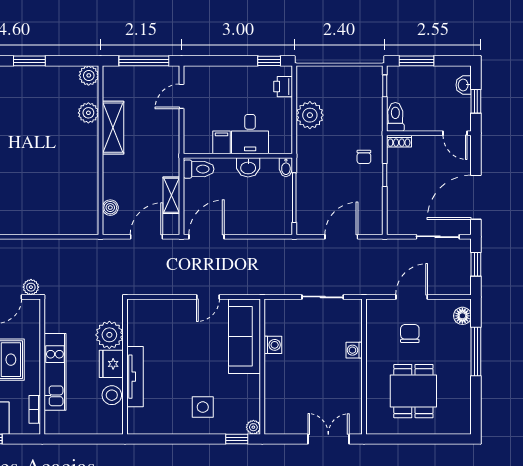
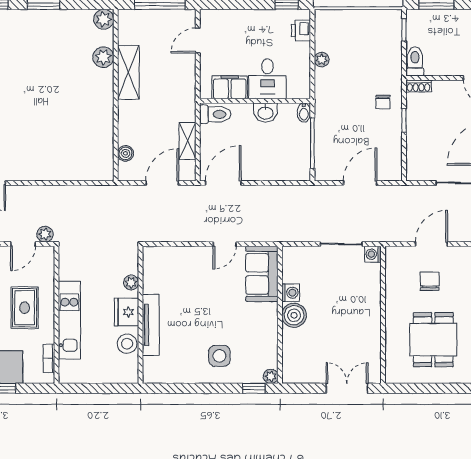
plant: (310, 115) -> (322, 60), width x0.53, depth x0.53
filing cabinet: (222, 142) -> (230, 87), width x2.00
plant: (109, 335) -> (131, 283), width x0.53, depth x0.53
sofa: (245, 336) -> (262, 274), width x0.73
washing machine: (354, 350) -> (373, 254), moved
boiler: (276, 367) -> (294, 315), added

